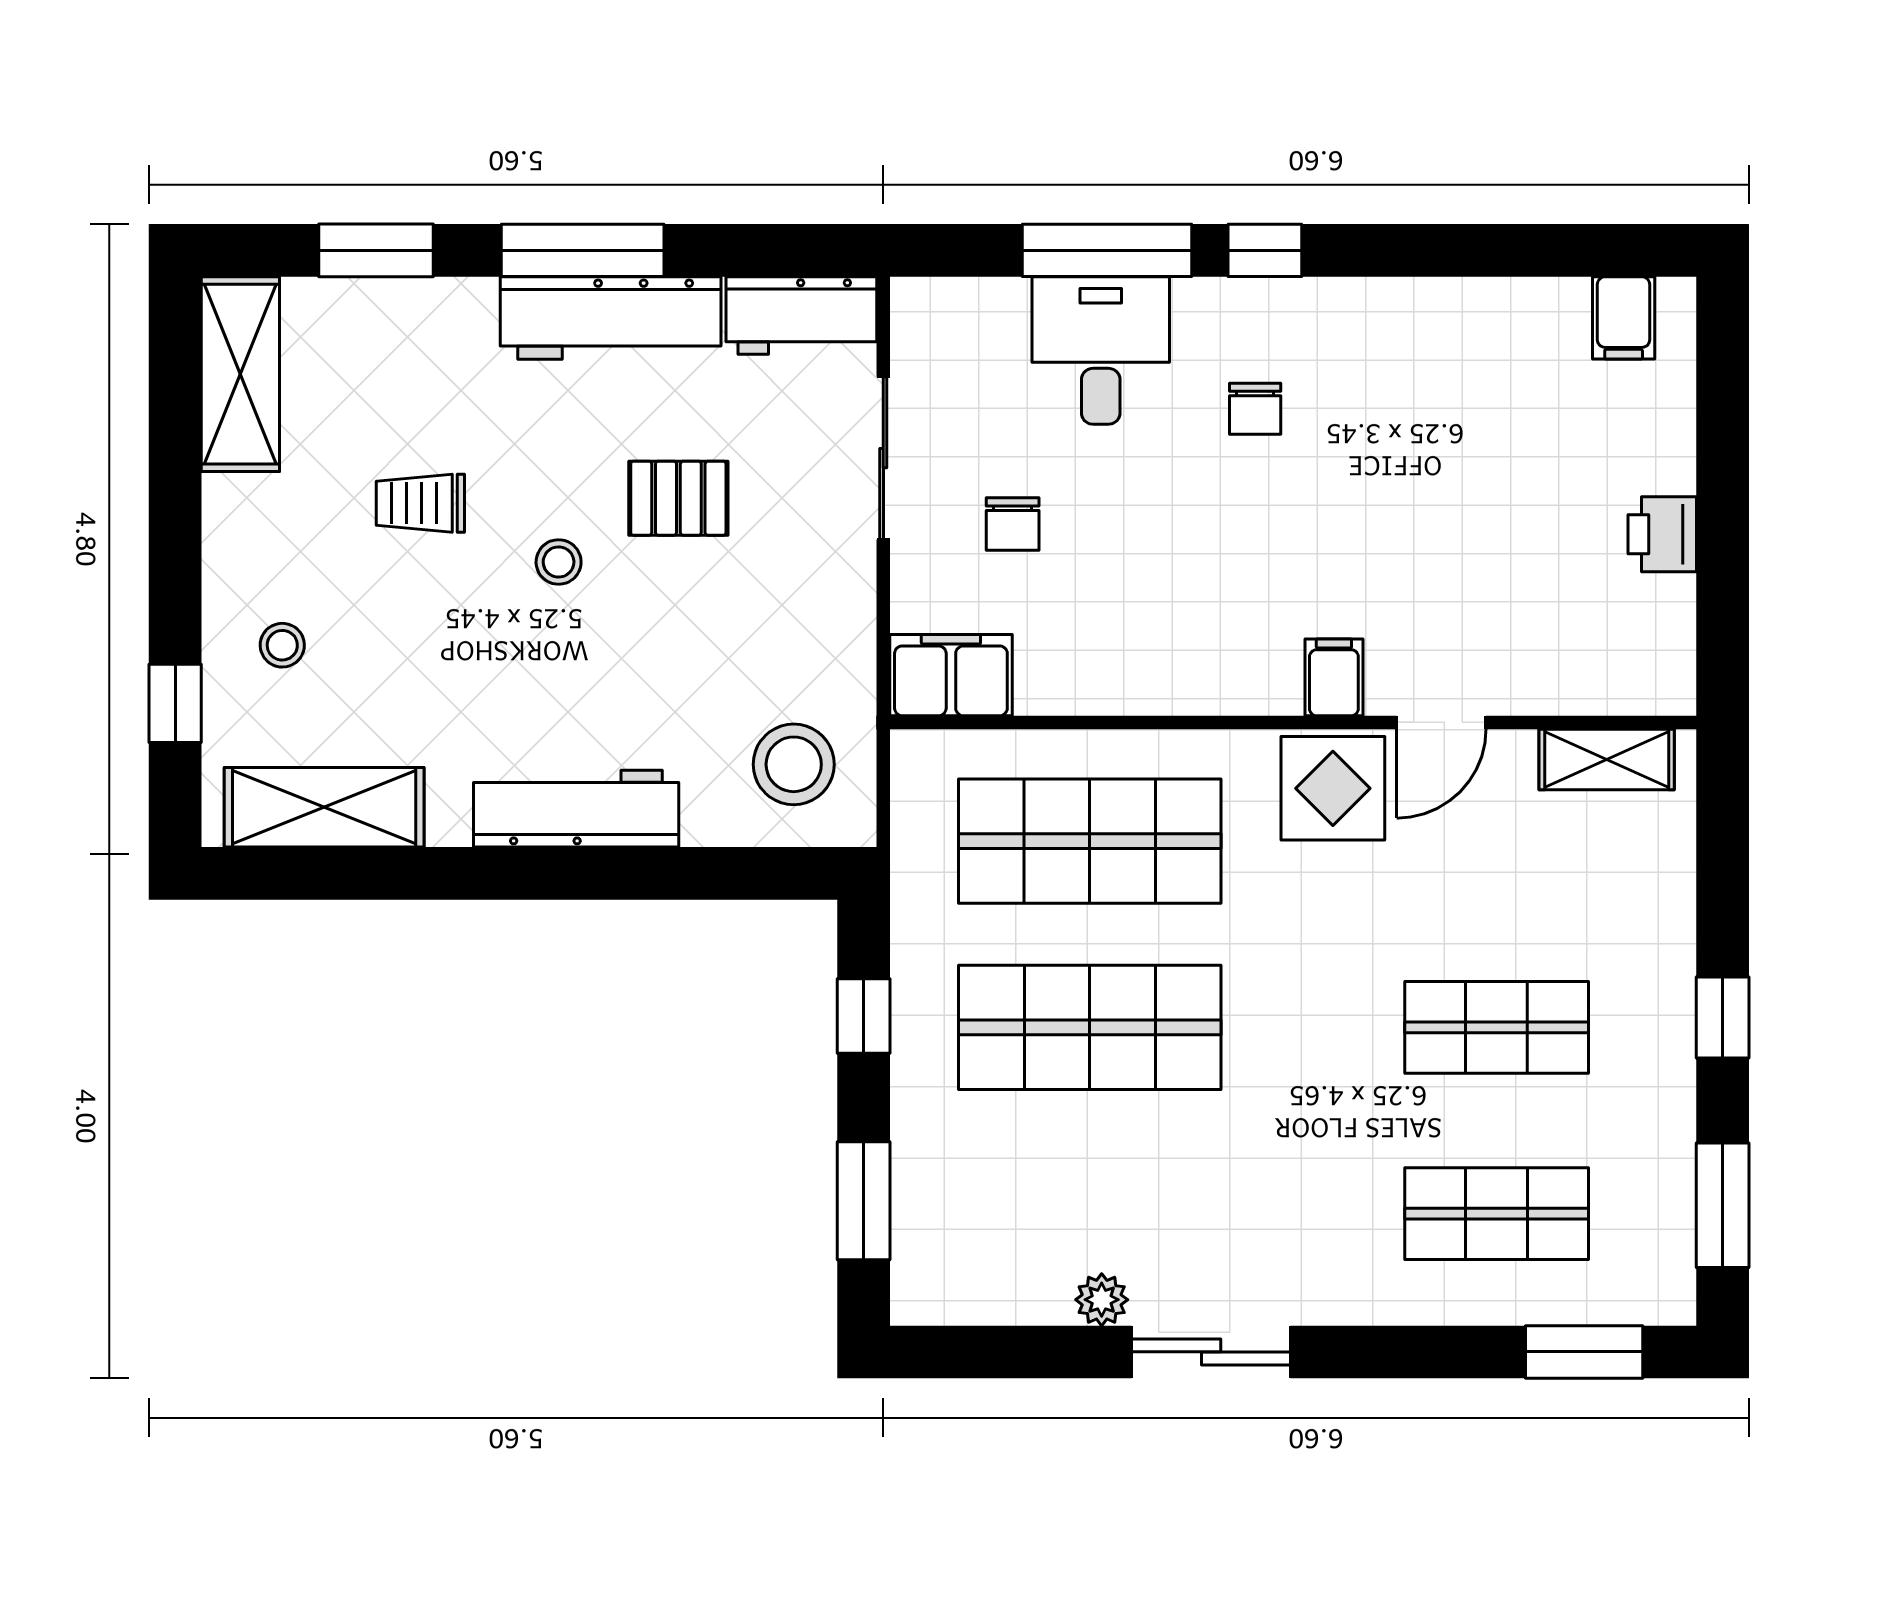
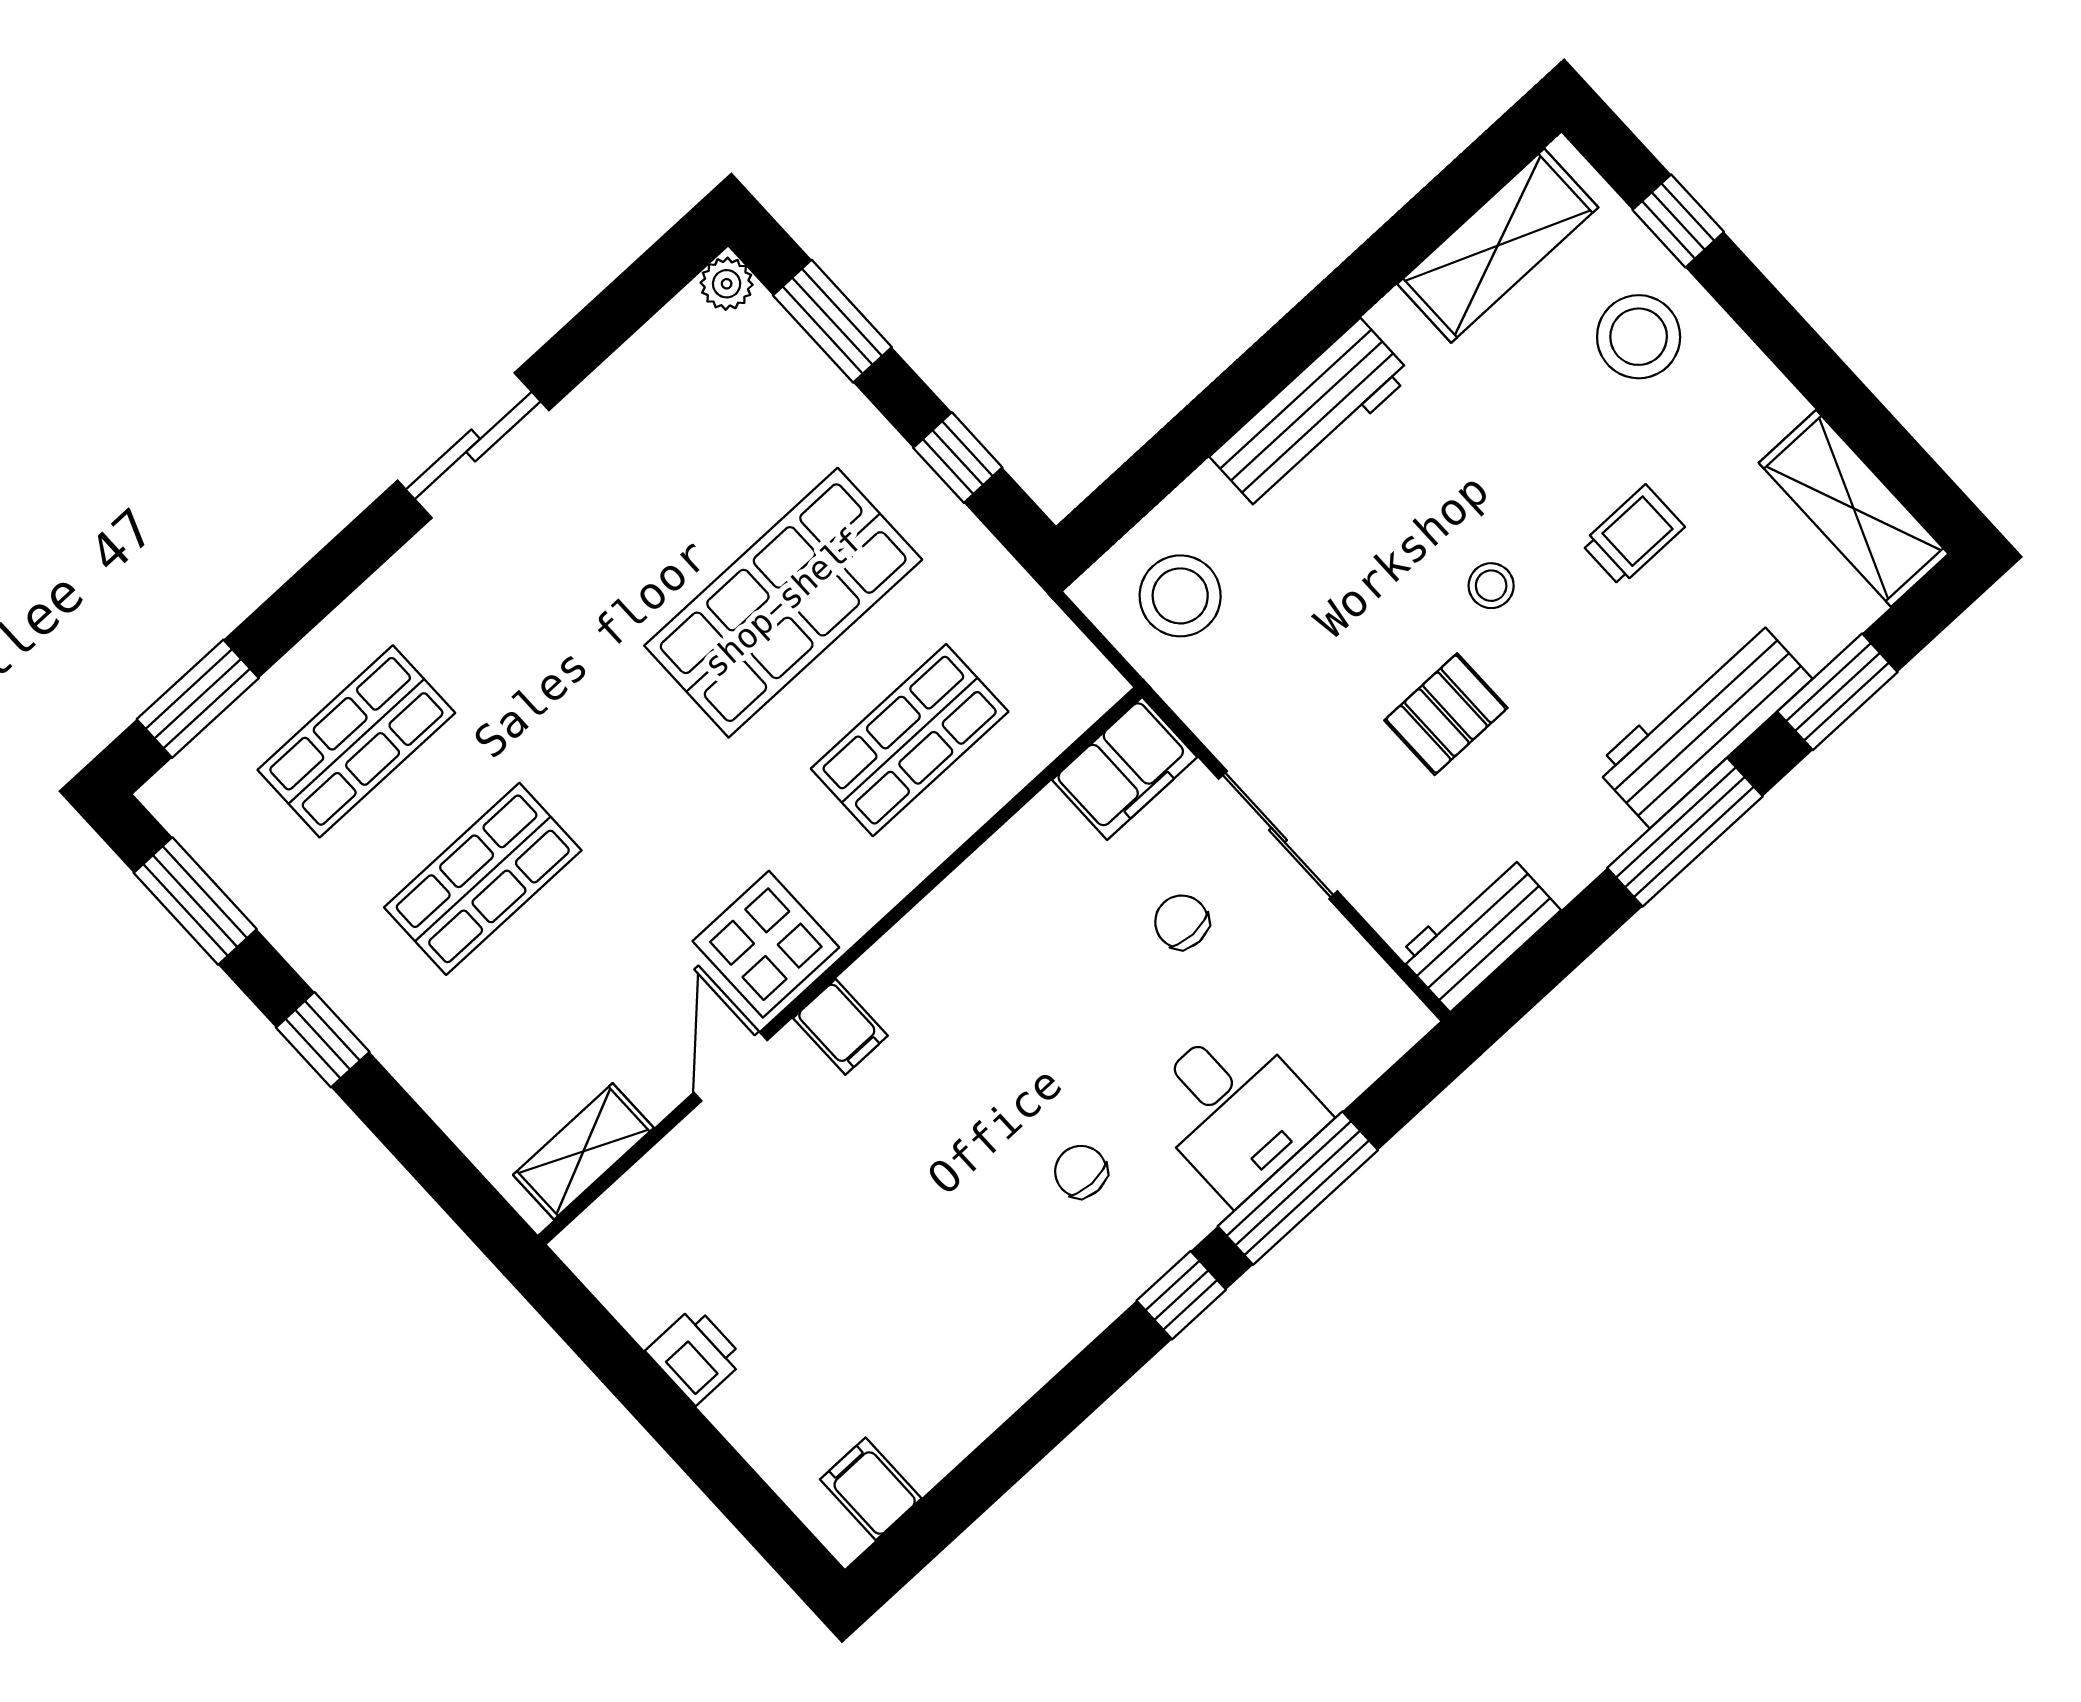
workbench: (611, 318) -> (1703, 723), moved
sliding door: (883, 458) -> (1278, 835), moved
stool: (282, 645) -> (1639, 337), width x1.89, depth x1.89
shop shelf: (1090, 841) -> (910, 740), width x0.70, depth x0.74
plant: (1102, 1300) -> (727, 284), moved

